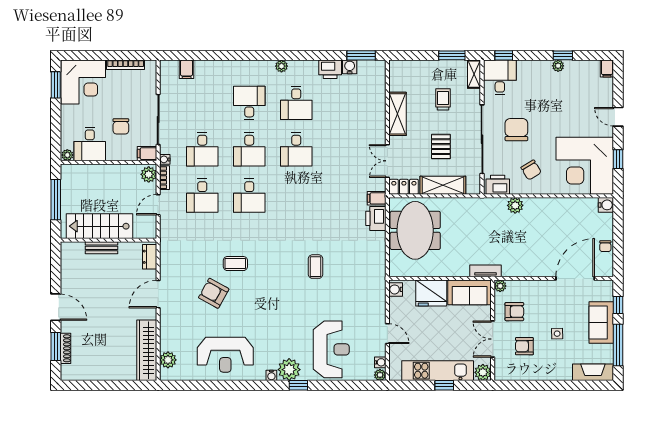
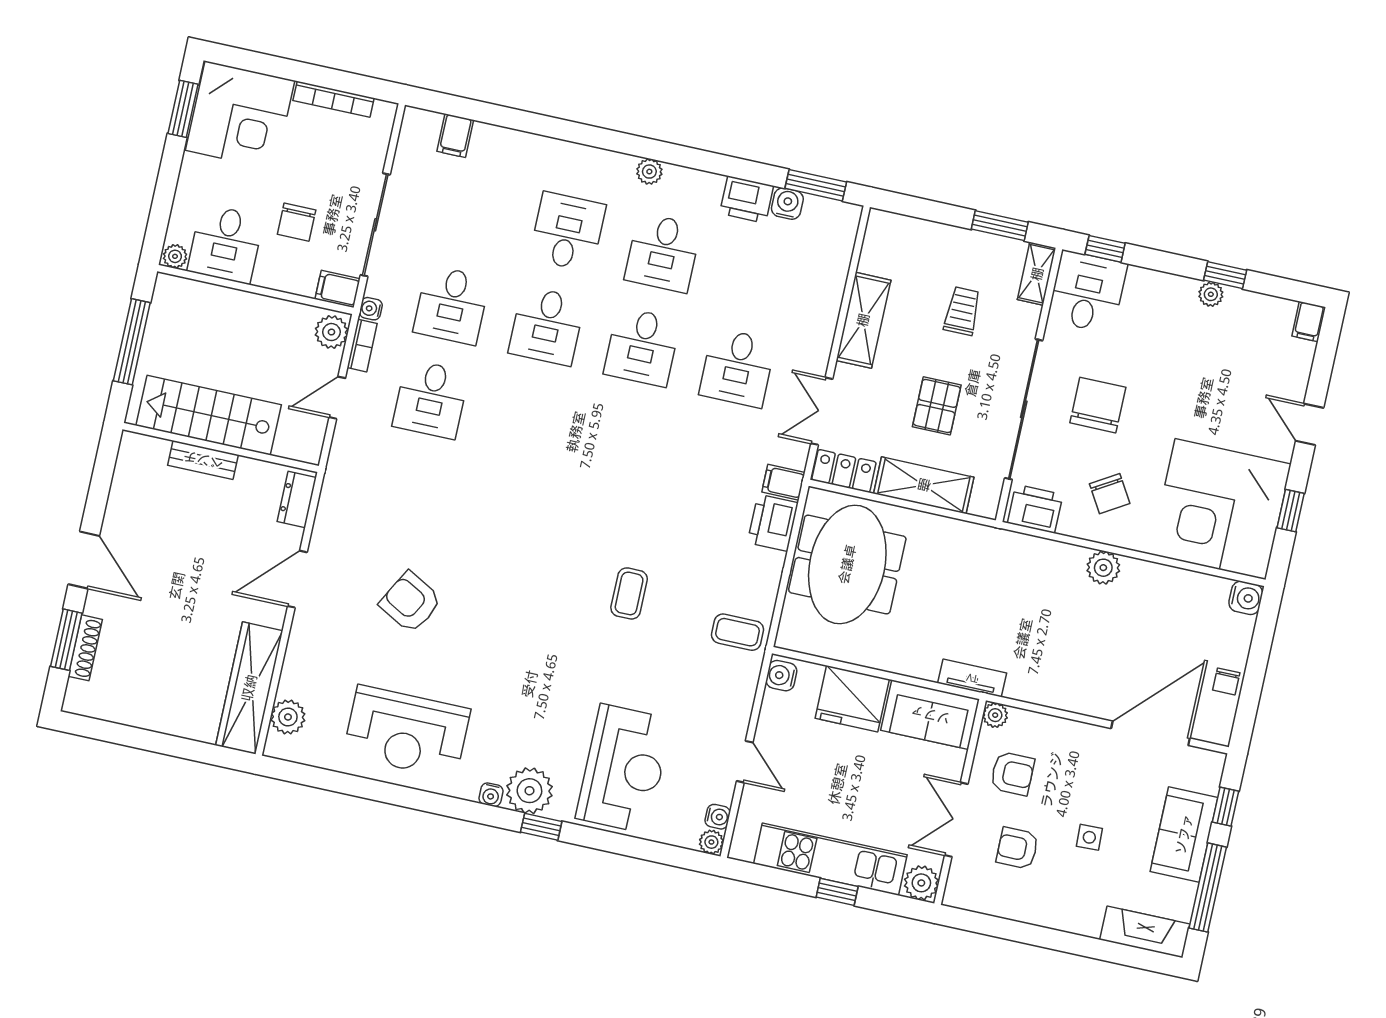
desk: (249, 196) -> (737, 368), moved
plant: (515, 205) -> (1103, 568), moved
coffee table: (235, 264) -> (738, 632), moved

